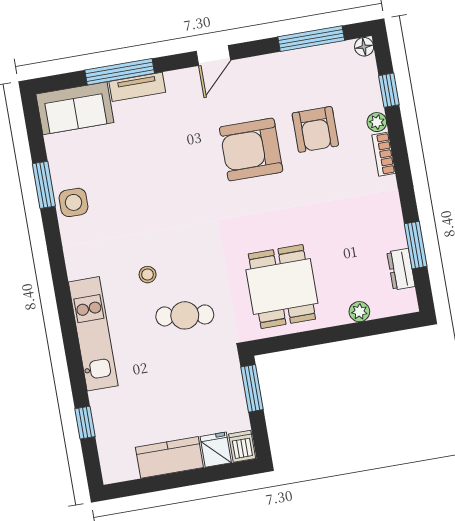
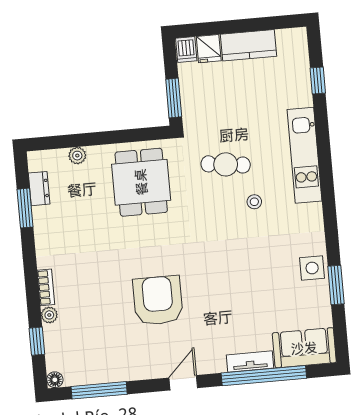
window: (120, 72) -> (264, 376), width x1.46
armchair: (315, 129) -> (102, 313), removed
armchair: (251, 149) -> (158, 301), turned -90

